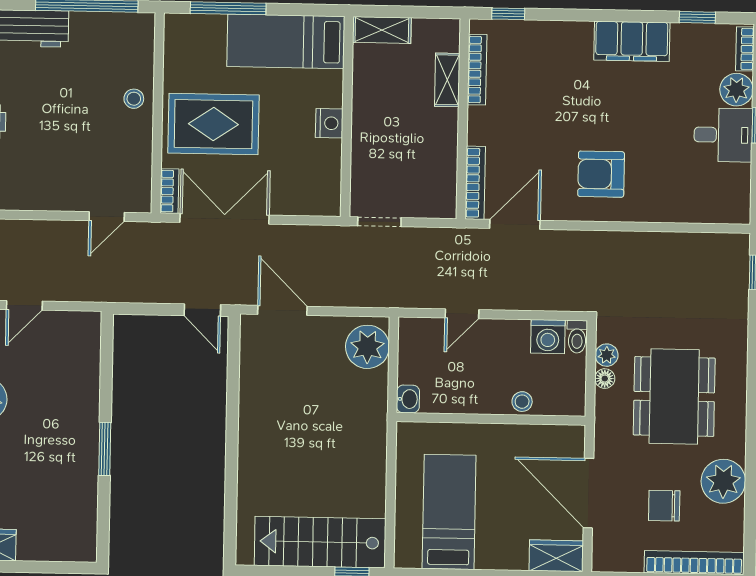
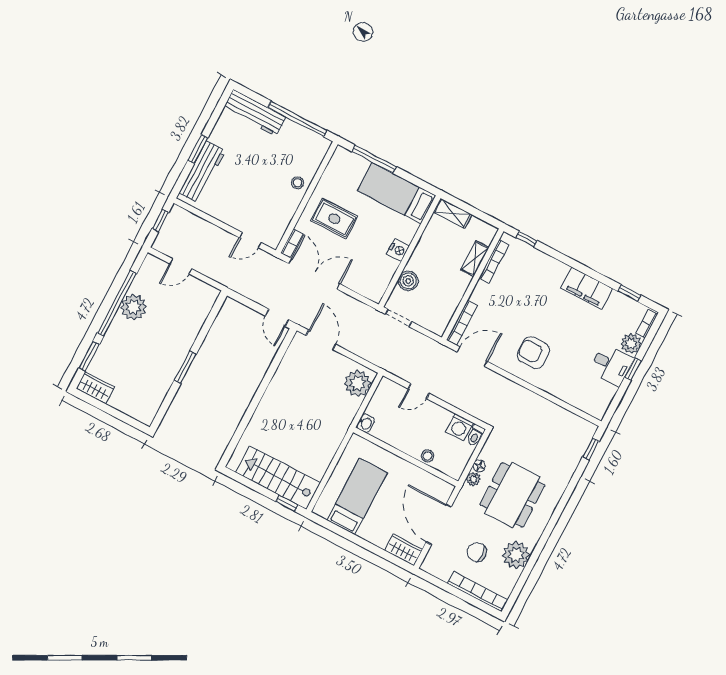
rug: (213, 124) -> (334, 219), width x0.73, depth x0.70
boiler: (366, 161) -> (408, 281), added
plant: (607, 355) -> (473, 479), moved

